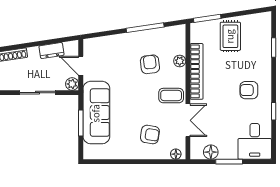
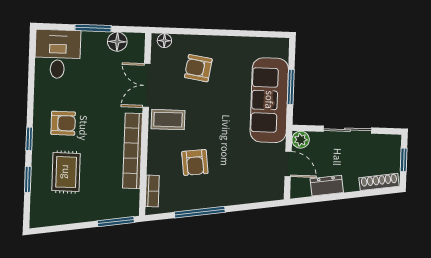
rug: (230, 36) -> (66, 172), moved
bookcase: (181, 42) -> (152, 191), added
plant: (180, 61) -> (155, 166), removed
window: (274, 111) -> (29, 139), moved

